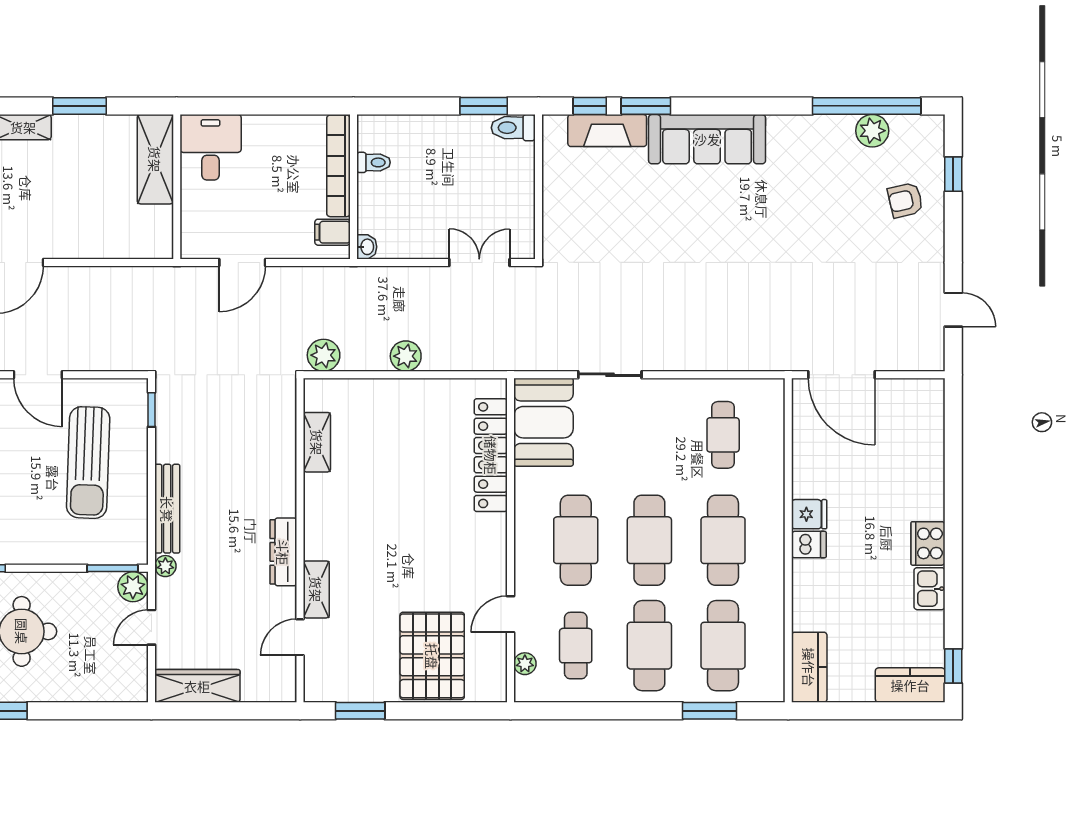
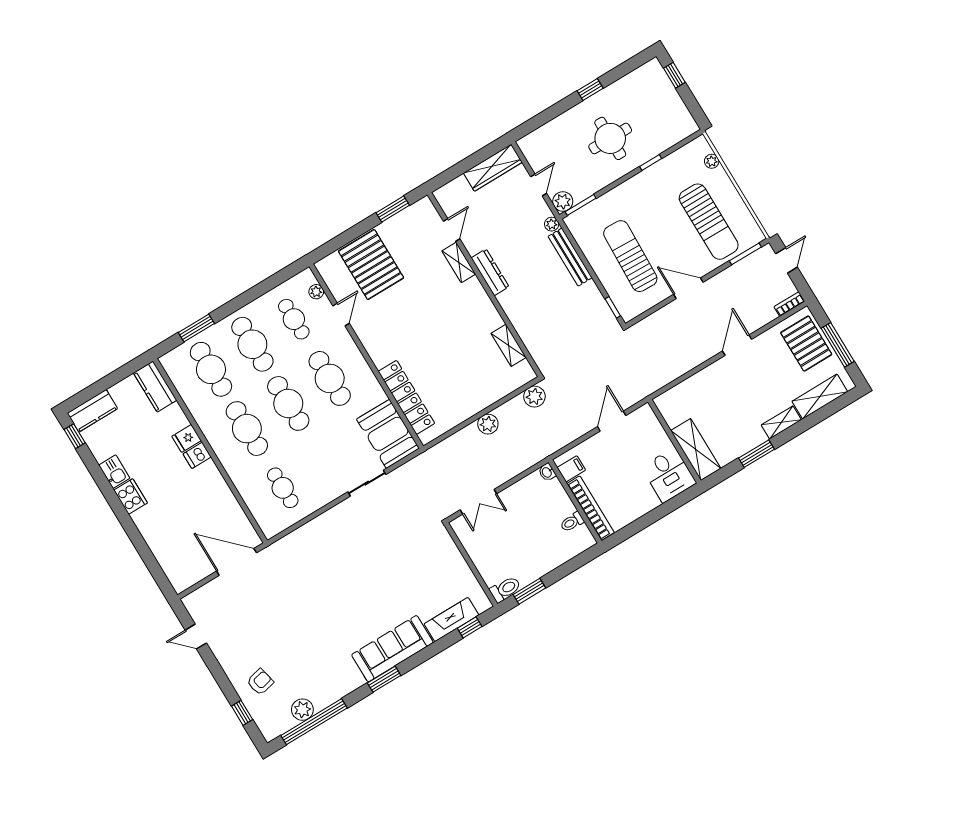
window: (646, 106) -> (384, 679), moved
fridge: (809, 514) -> (187, 438), moved

